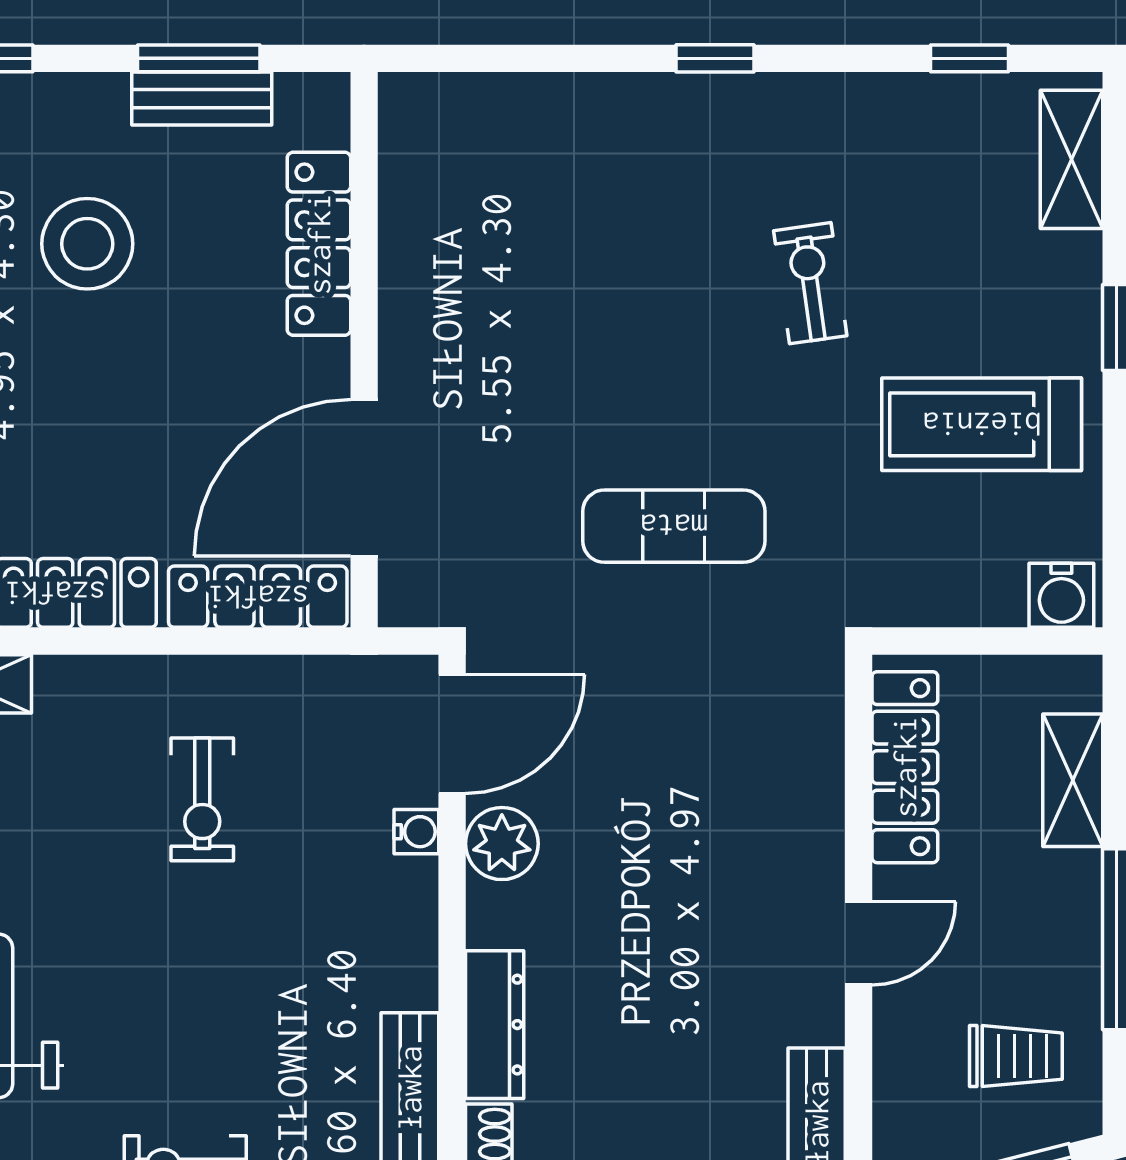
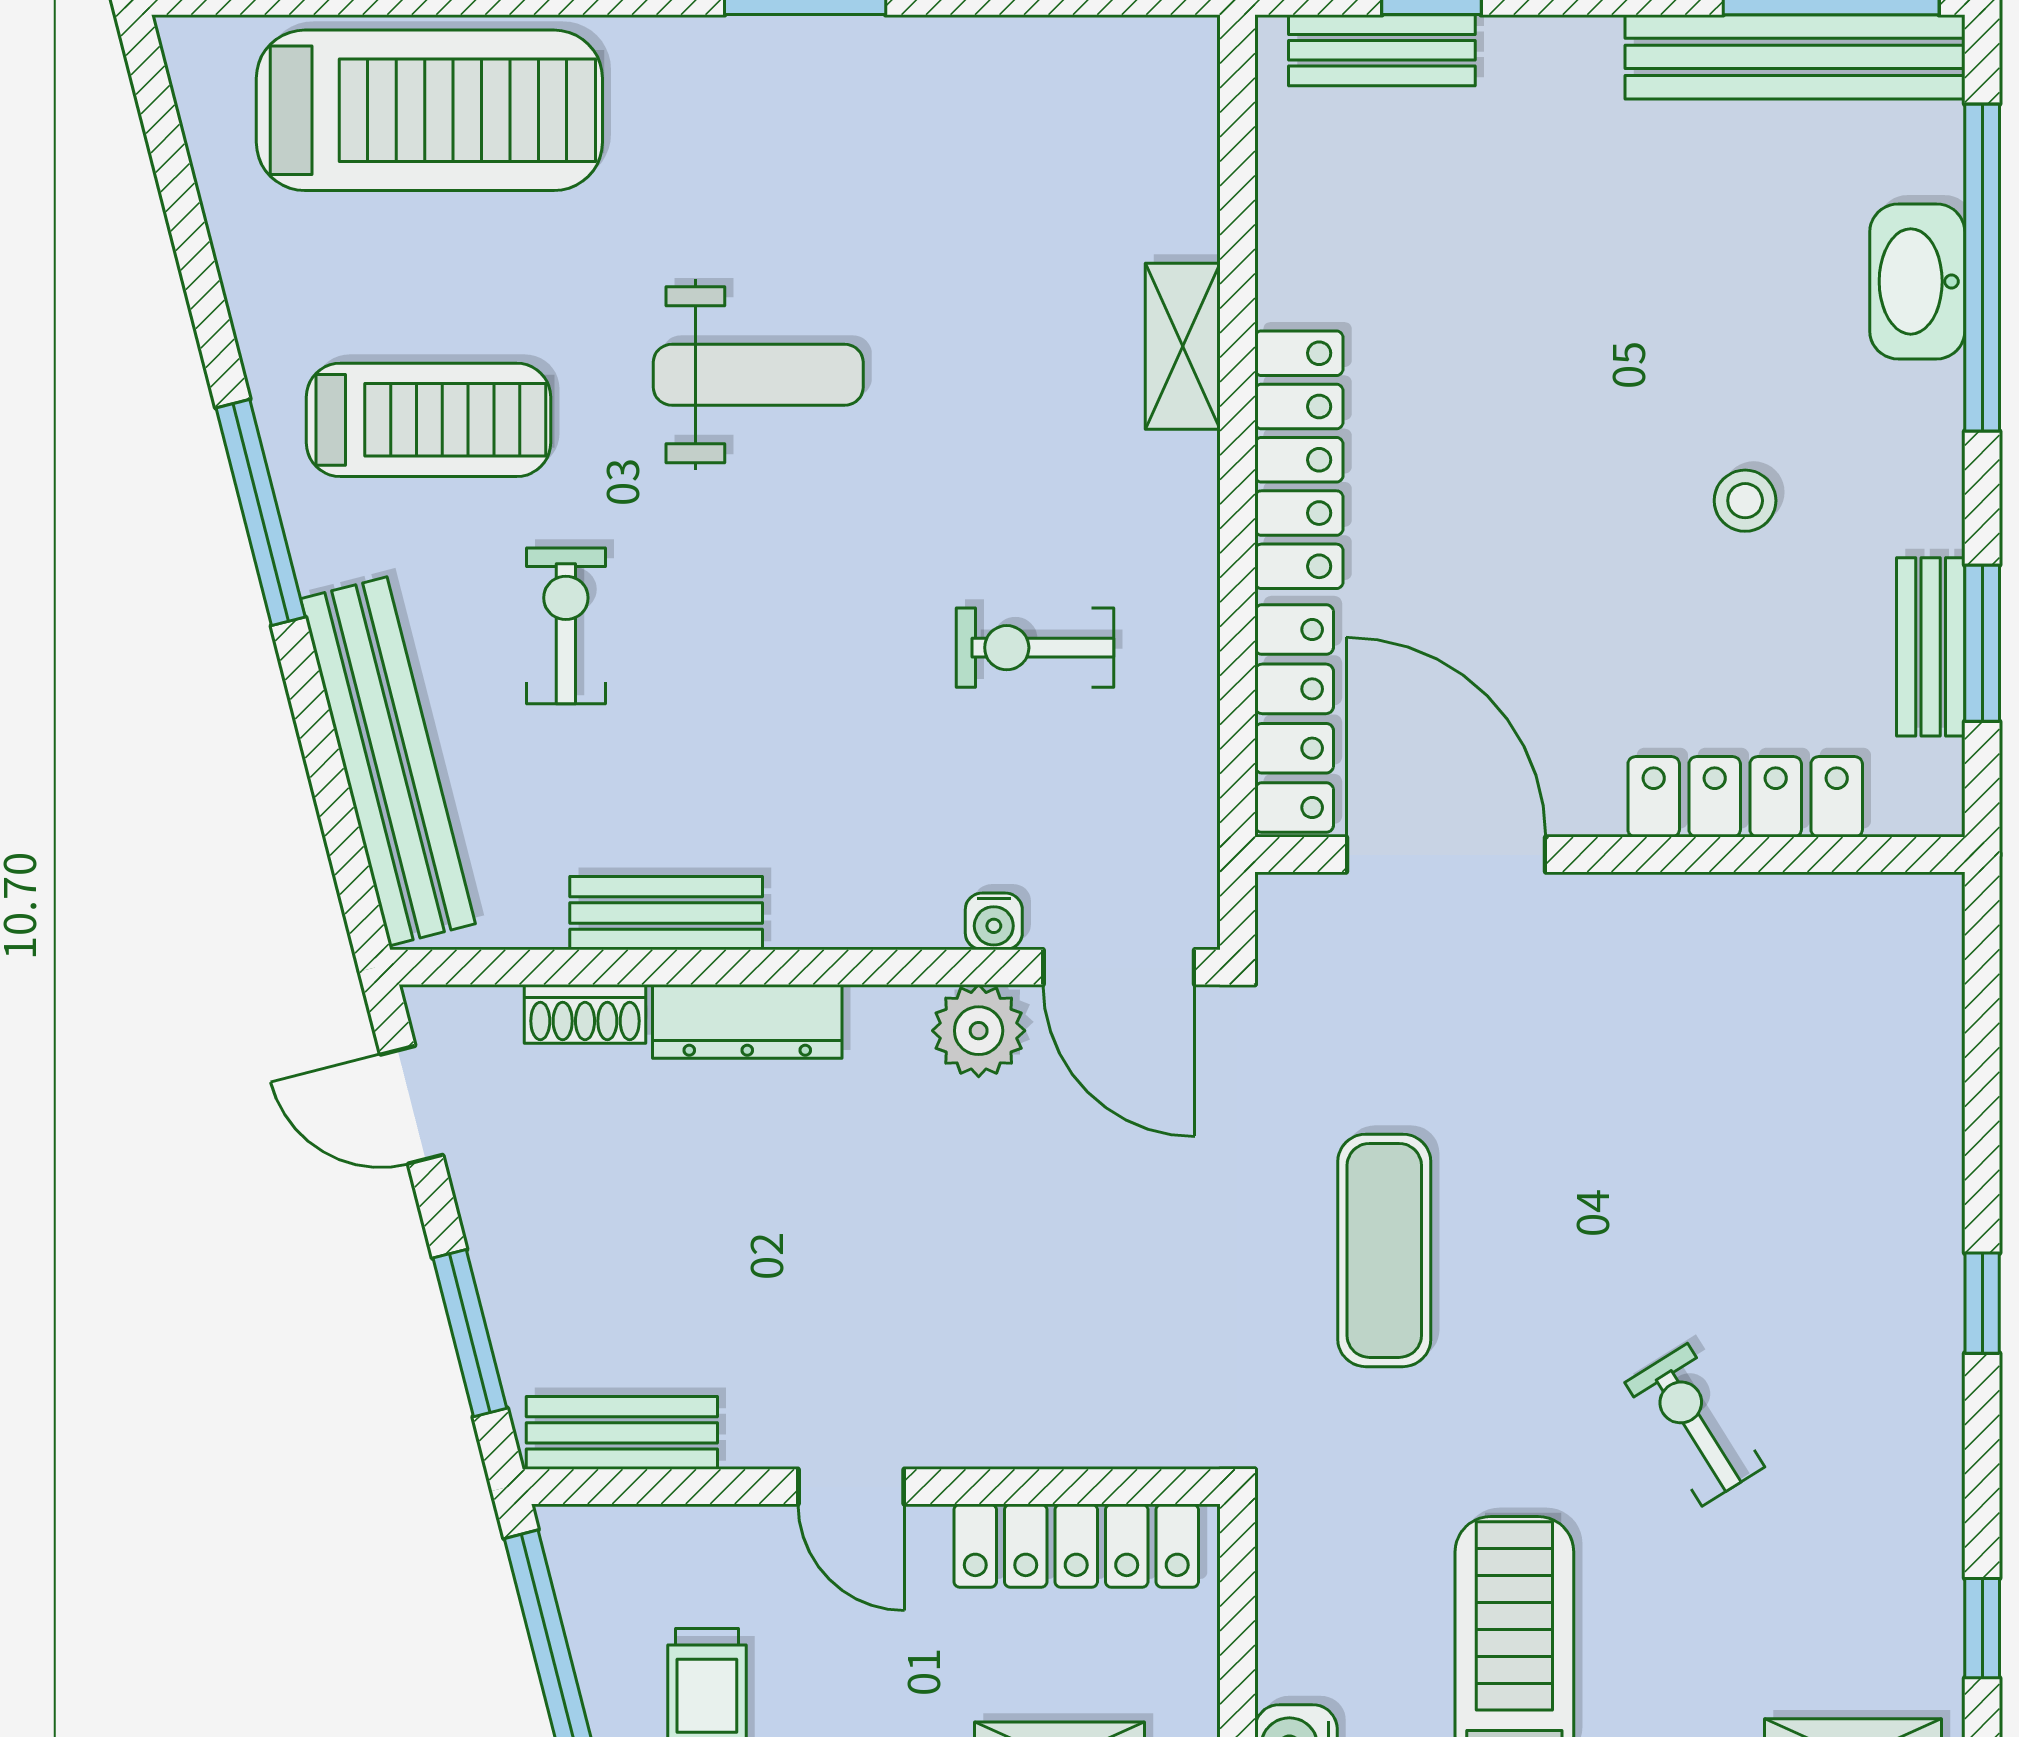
stool: (87, 244) -> (1745, 501), width x0.53, depth x0.53
exercise bike: (810, 283) -> (1695, 1425), turned -114

